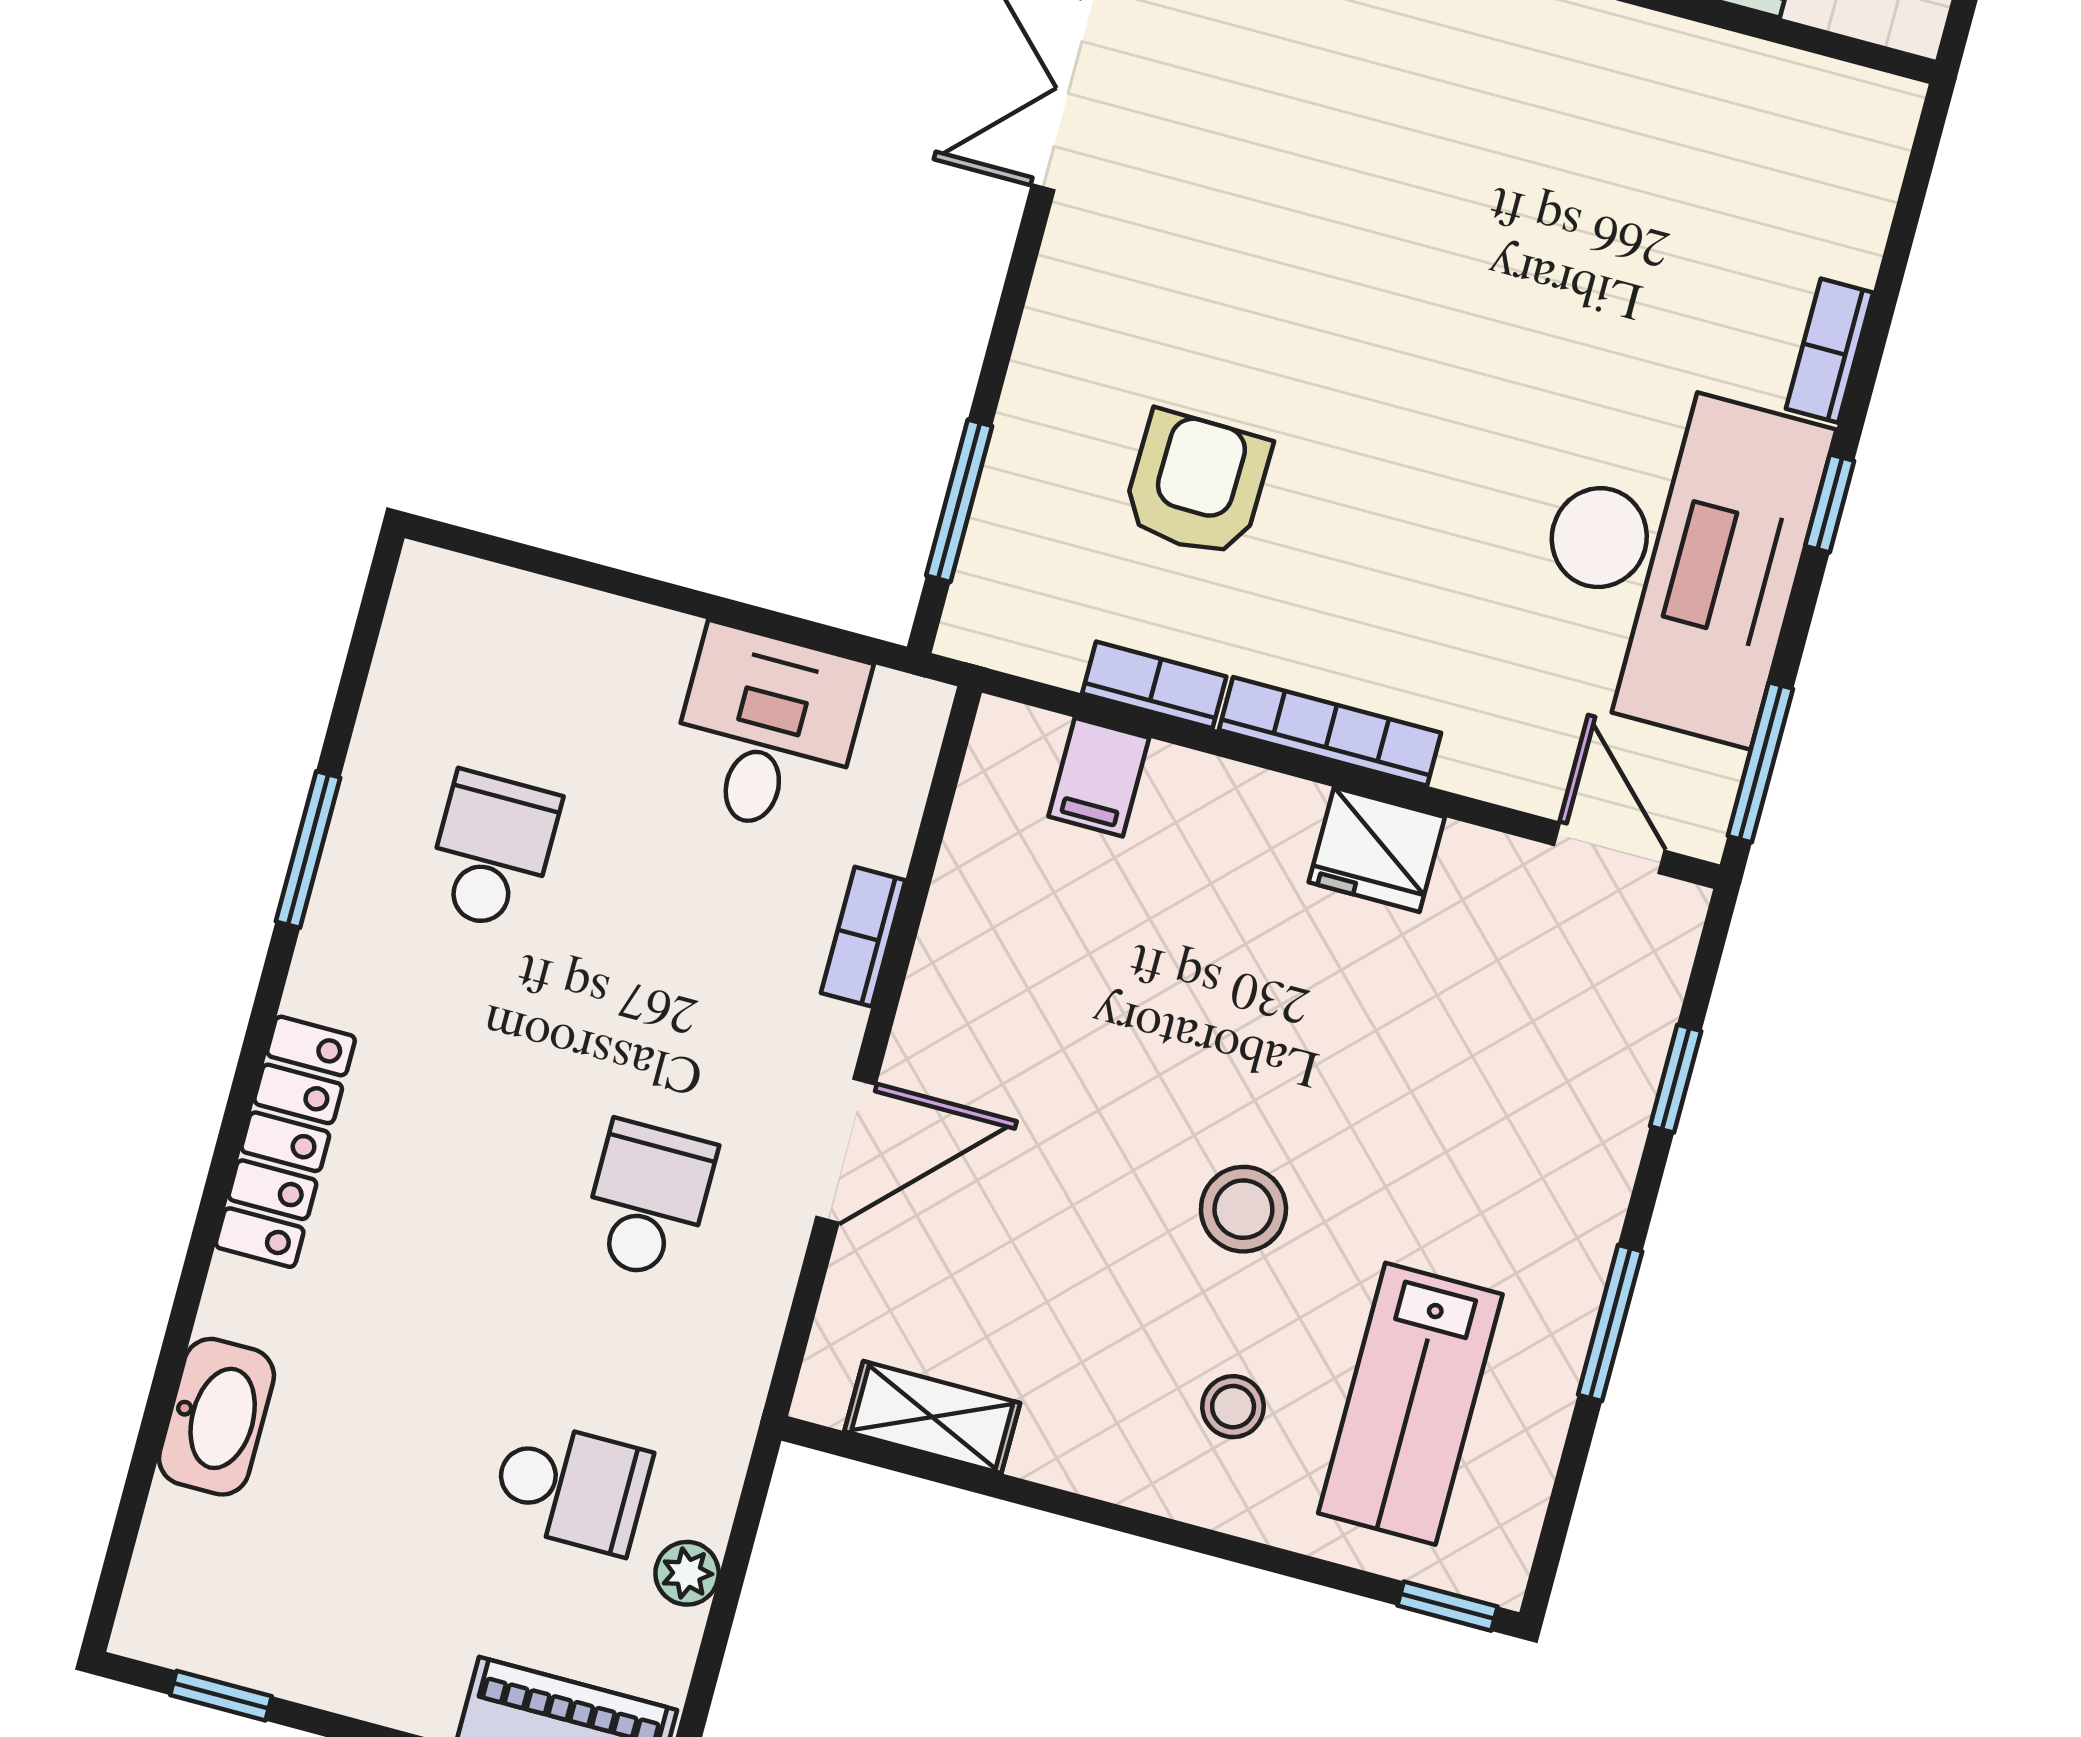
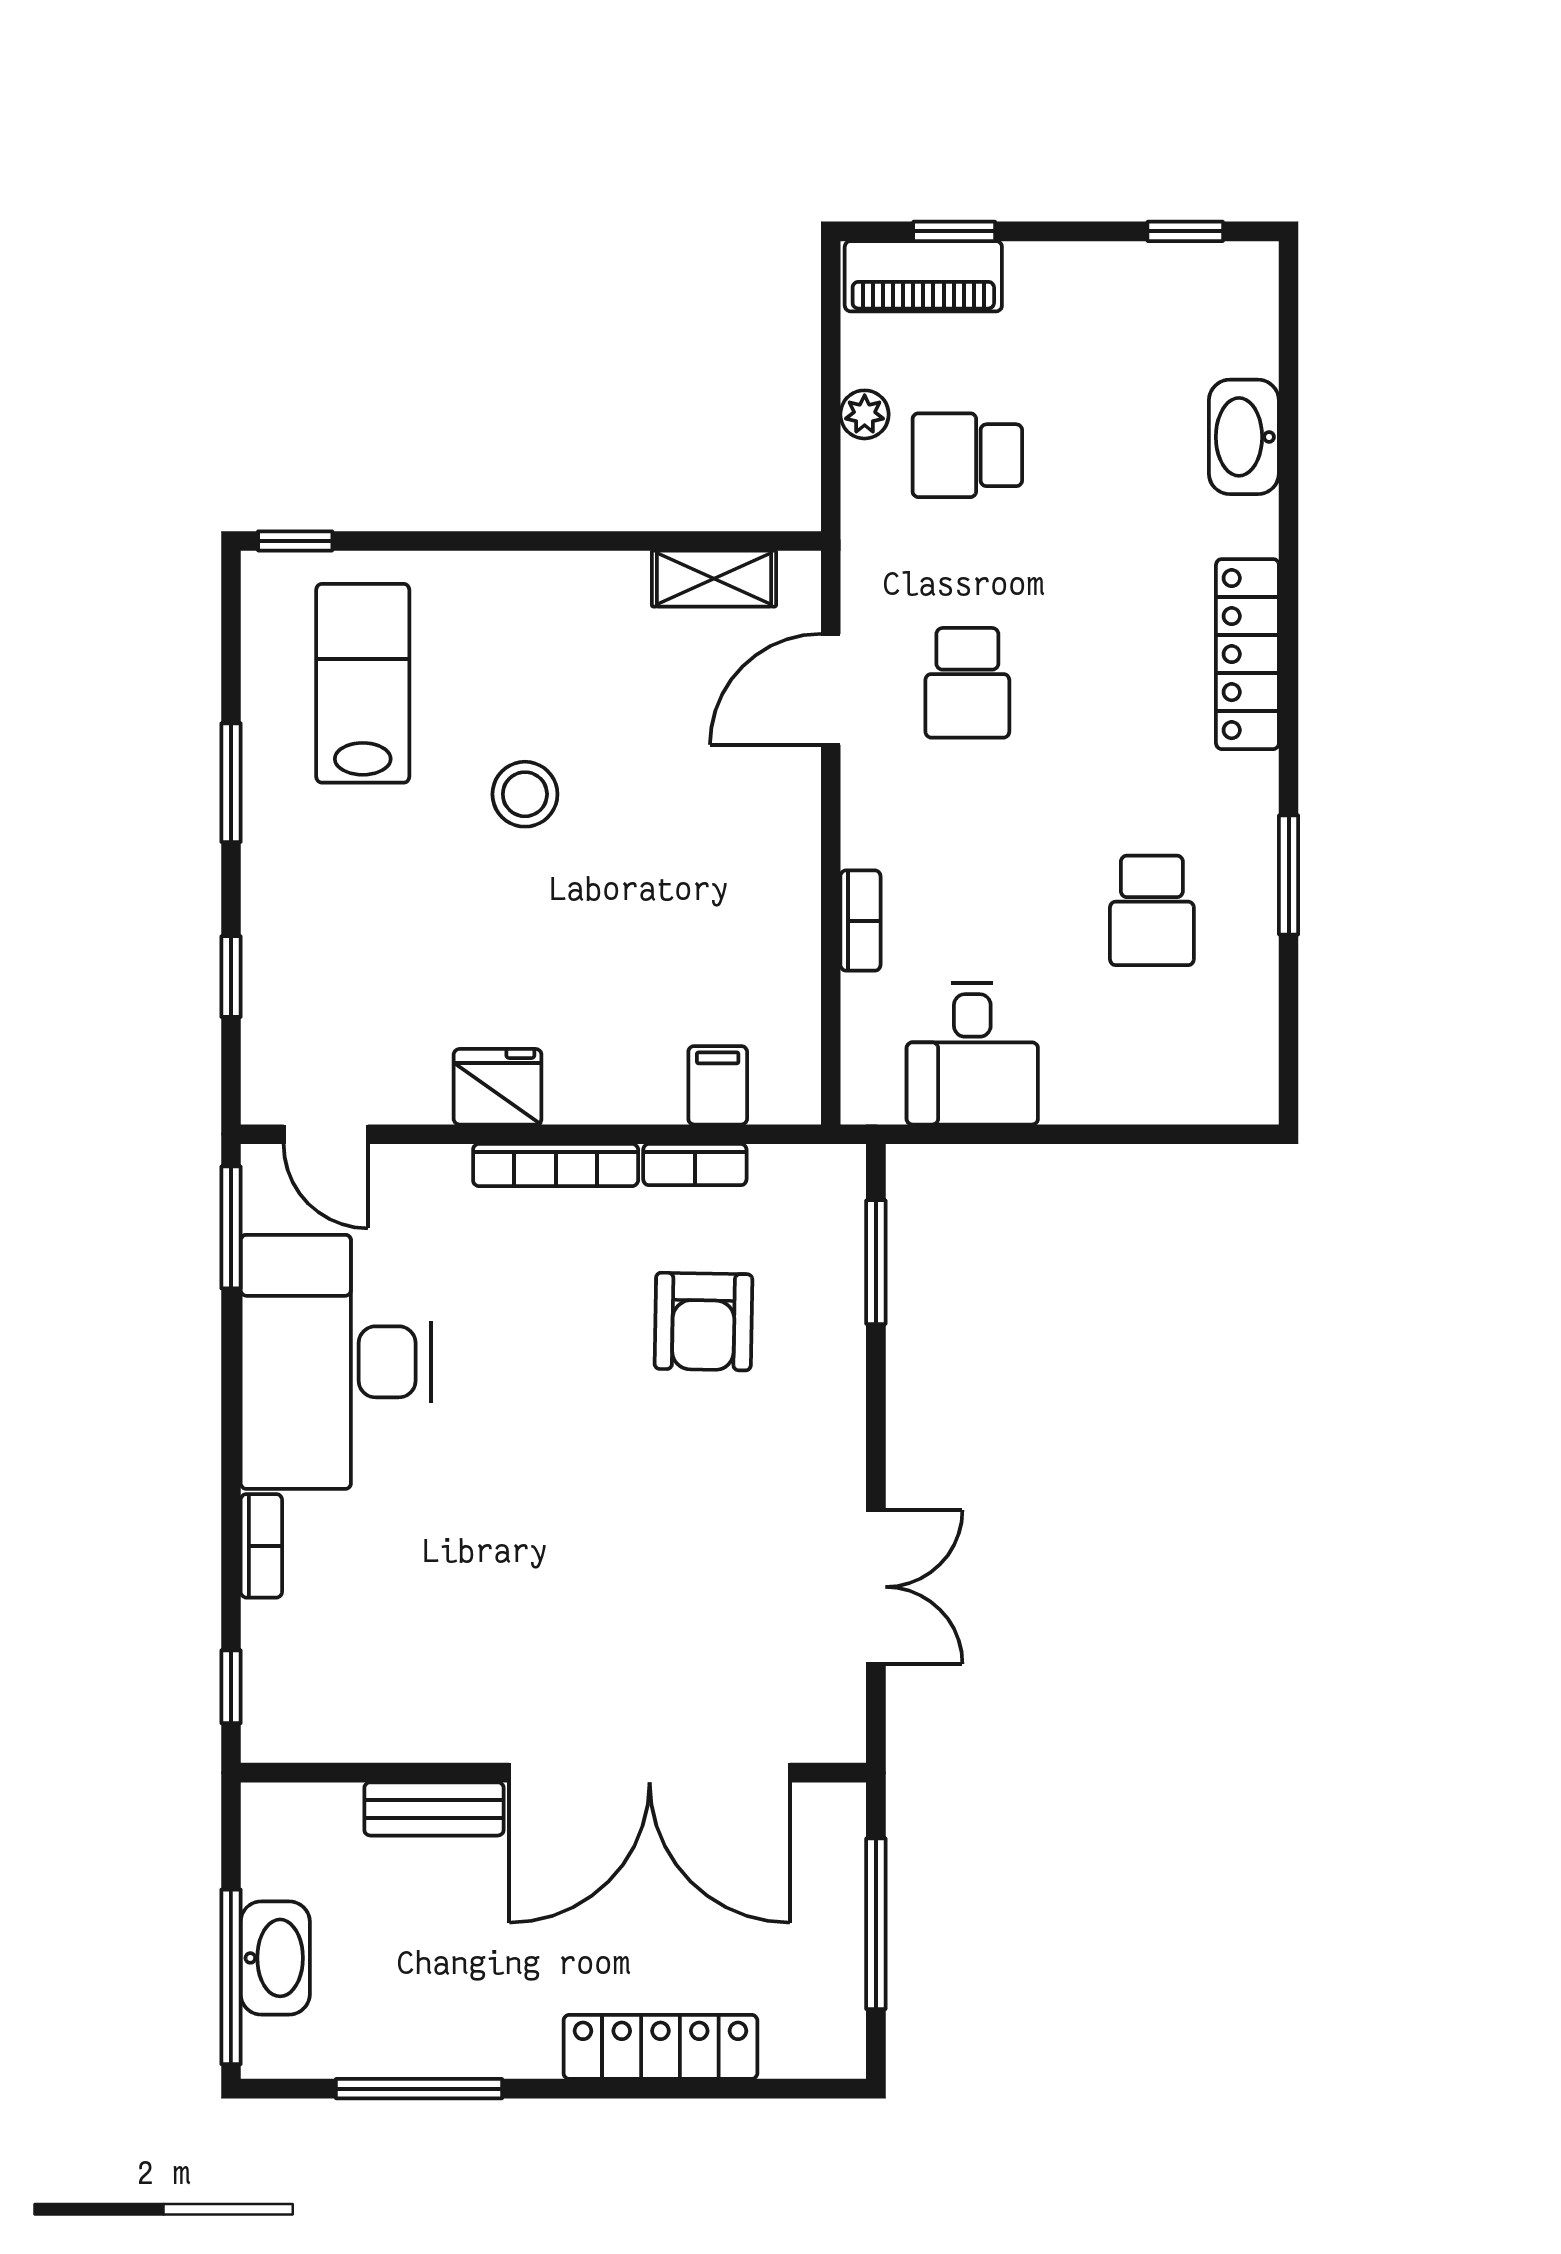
window: (1830, 503) -> (231, 1687), moved
door: (846, 1151) -> (831, 689), moved
stool: (1233, 1407) -> (493, 646), removed

